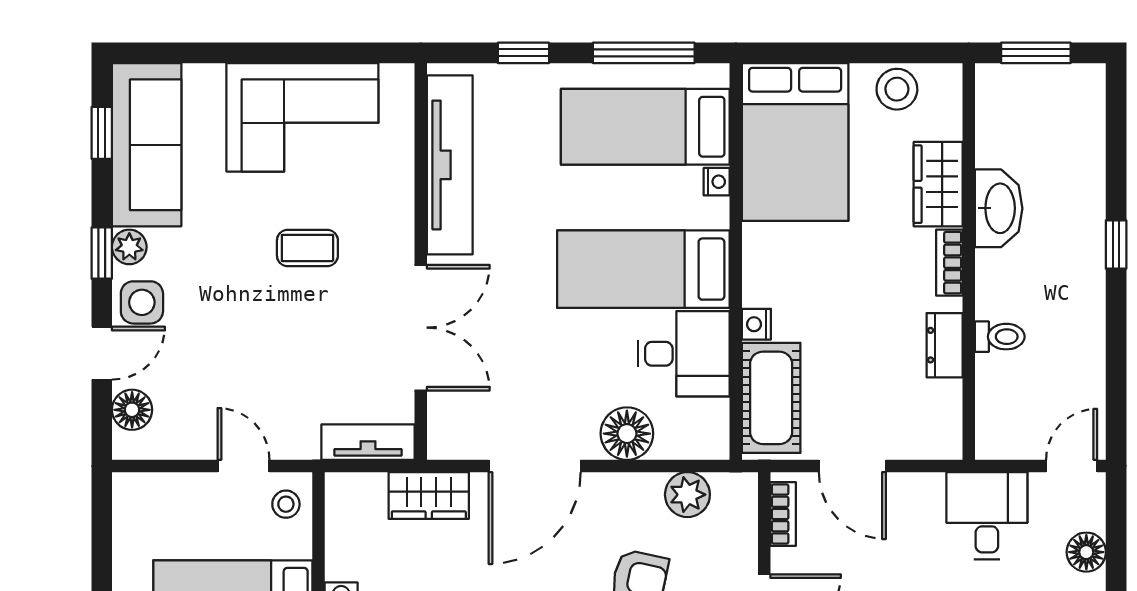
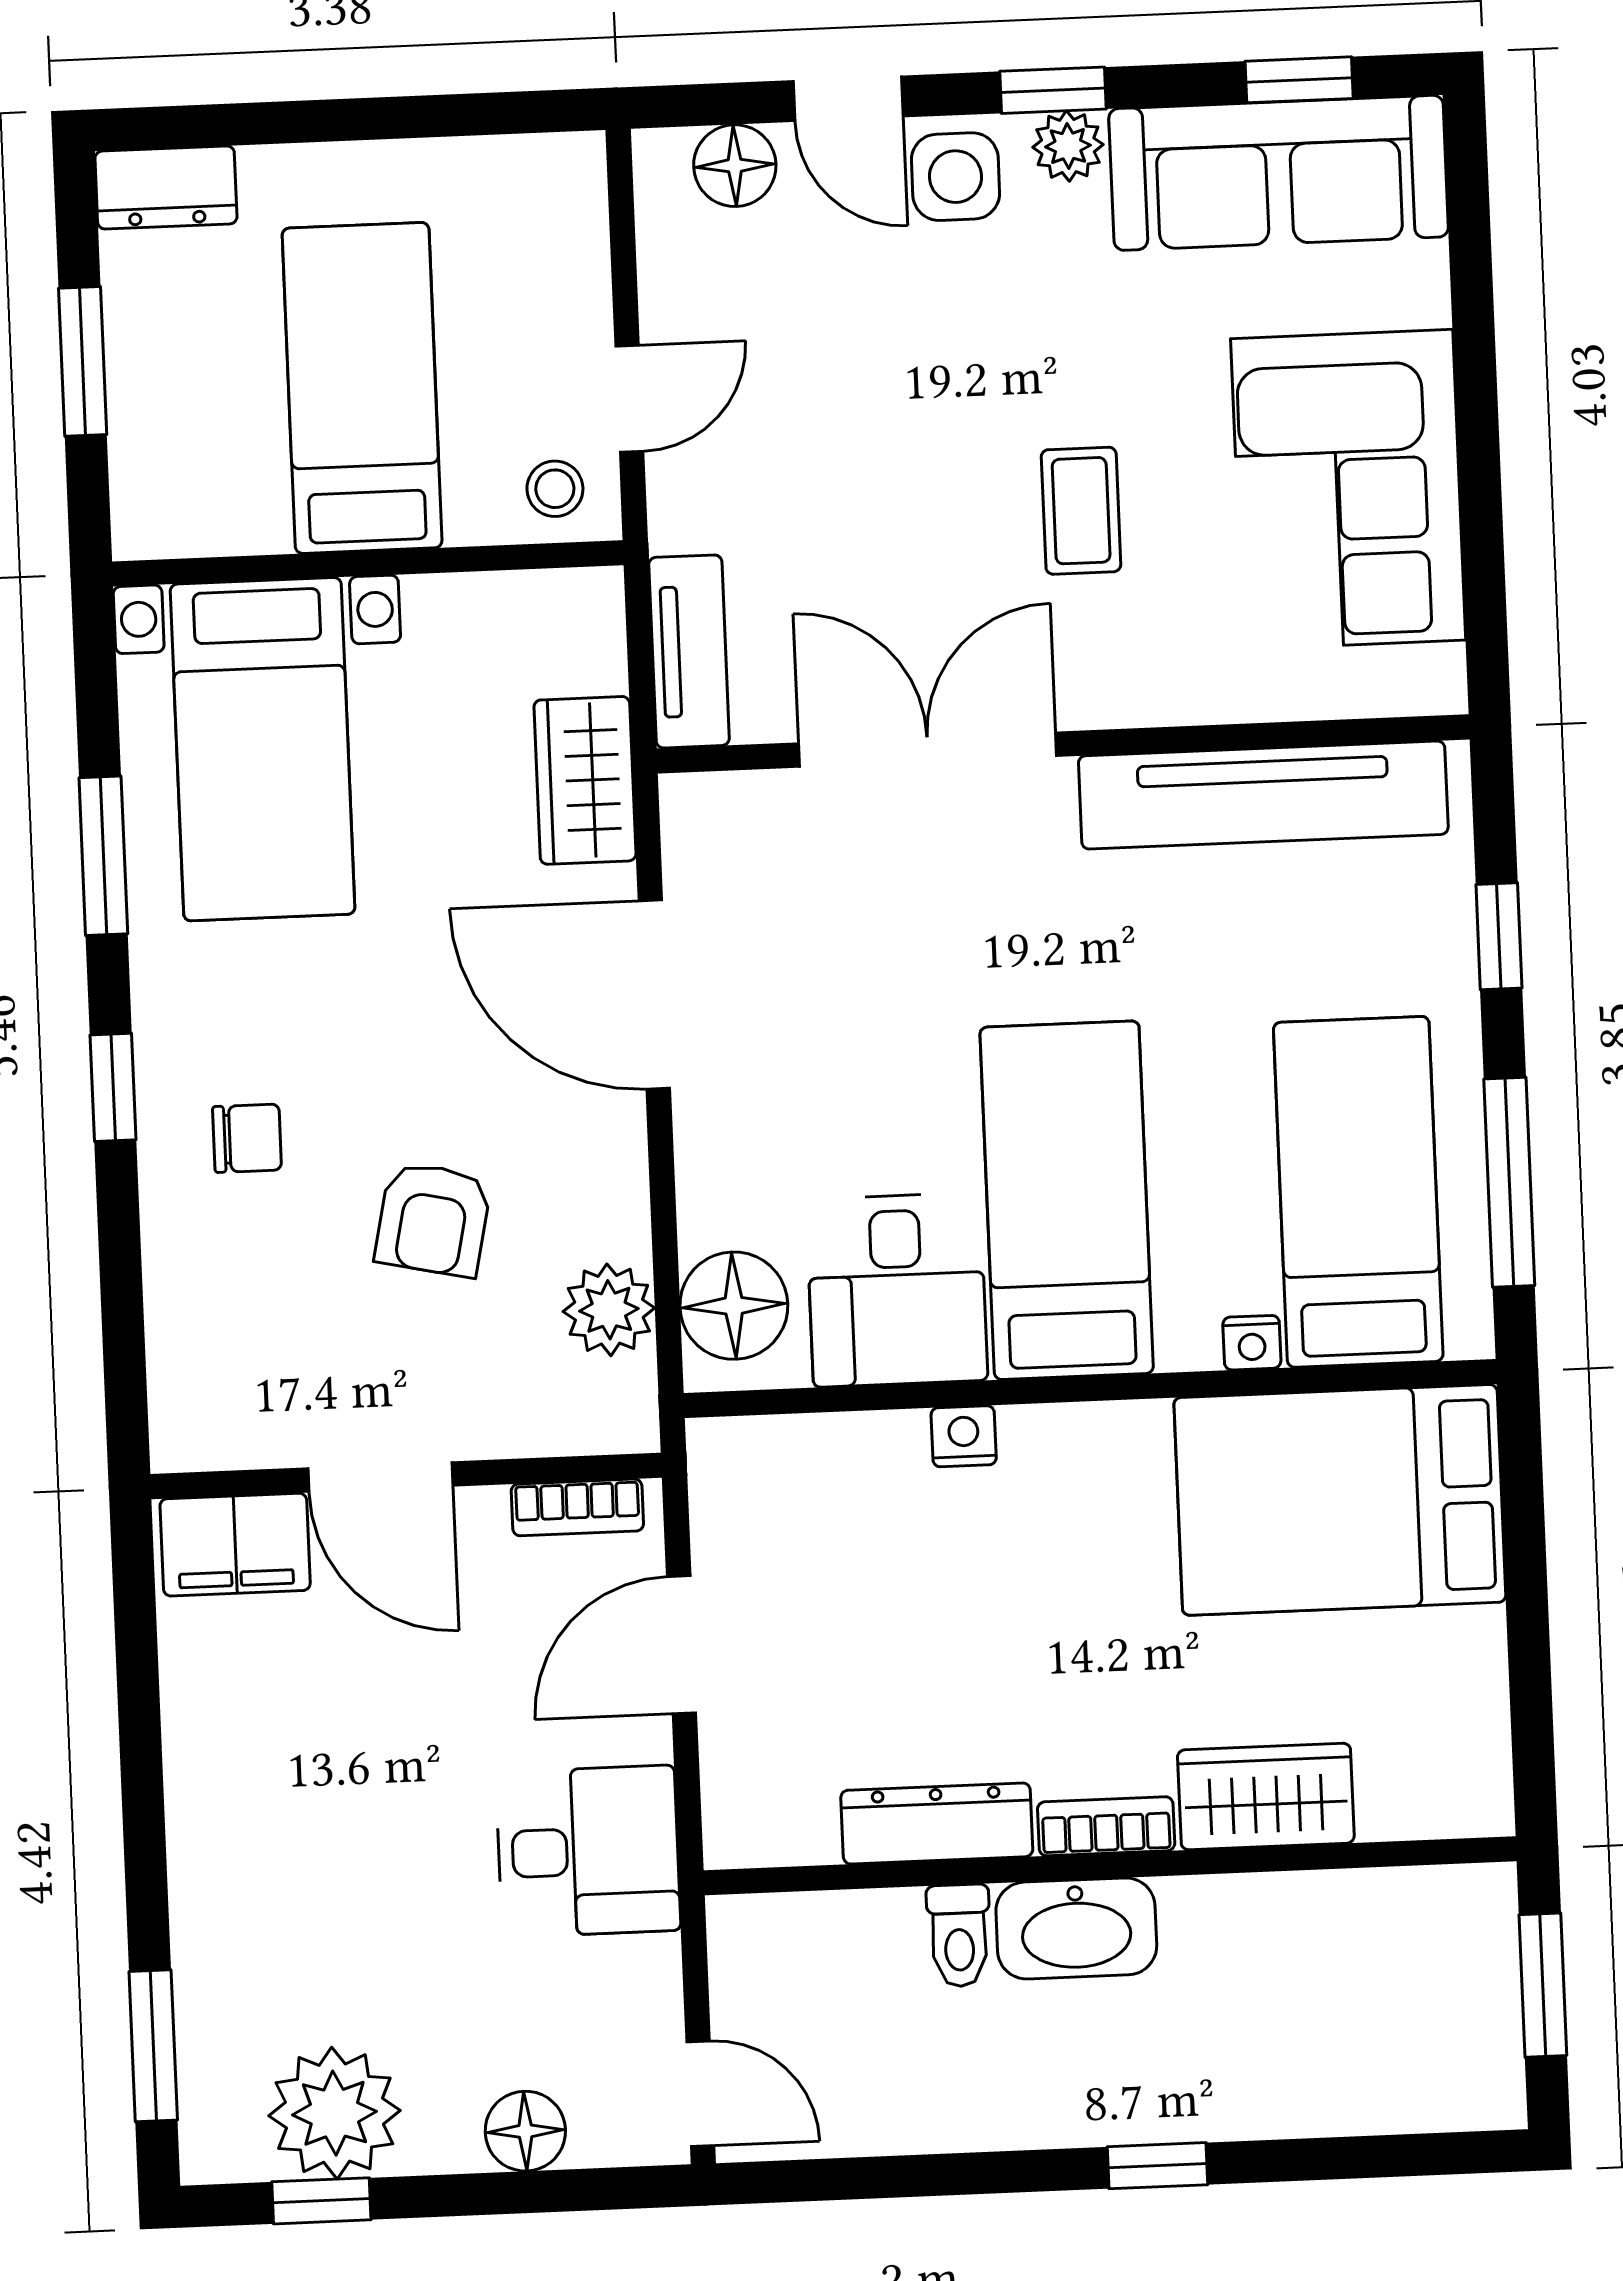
stool: (897, 89) -> (1457, 1704), removed
washbasin: (999, 208) -> (1076, 1928), moved
double door: (421, 328) -> (928, 750), swing flipped
dresser: (945, 345) -> (937, 1823), width x1.44
cot: (771, 398) -> (814, 1473), removed
floor lamp: (627, 434) -> (734, 1306), moved
desk: (987, 516) -> (588, 1851), moved

